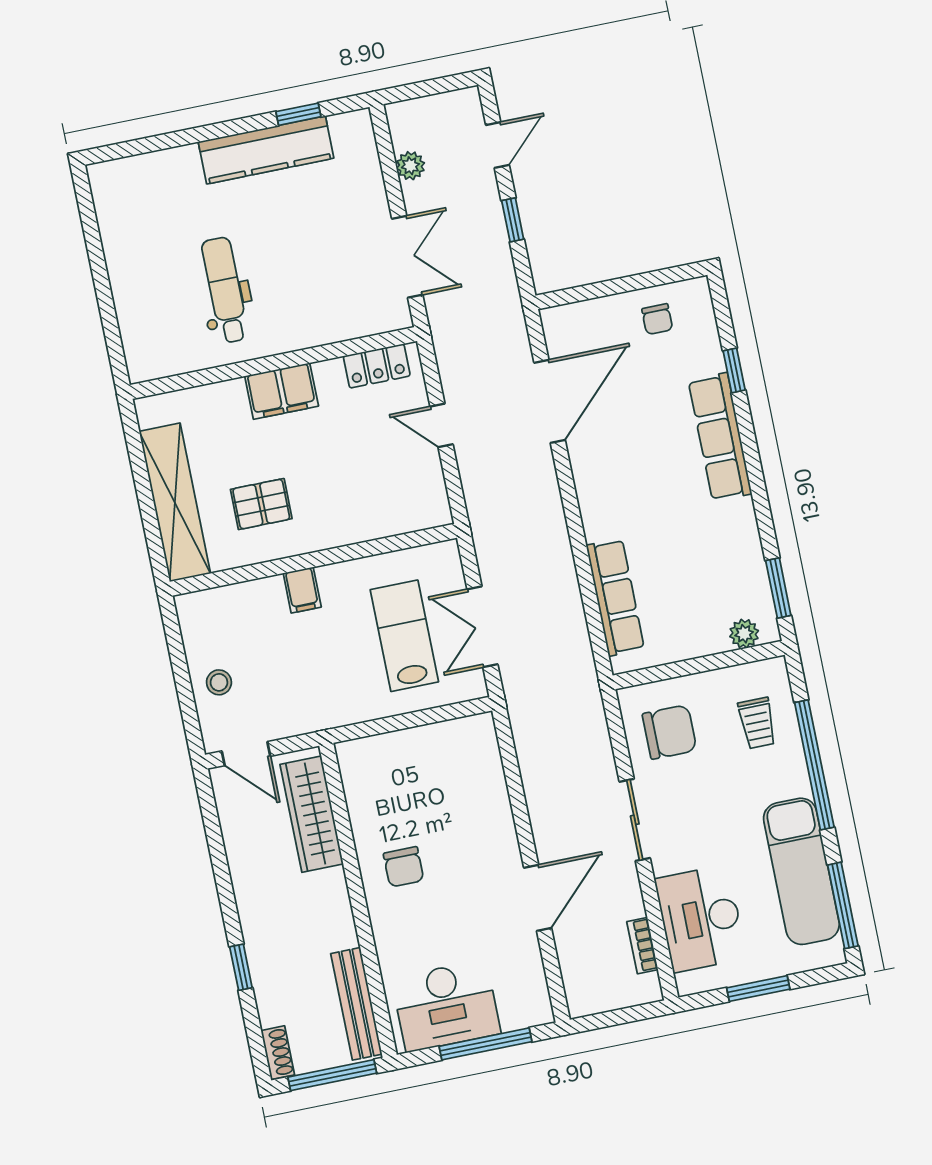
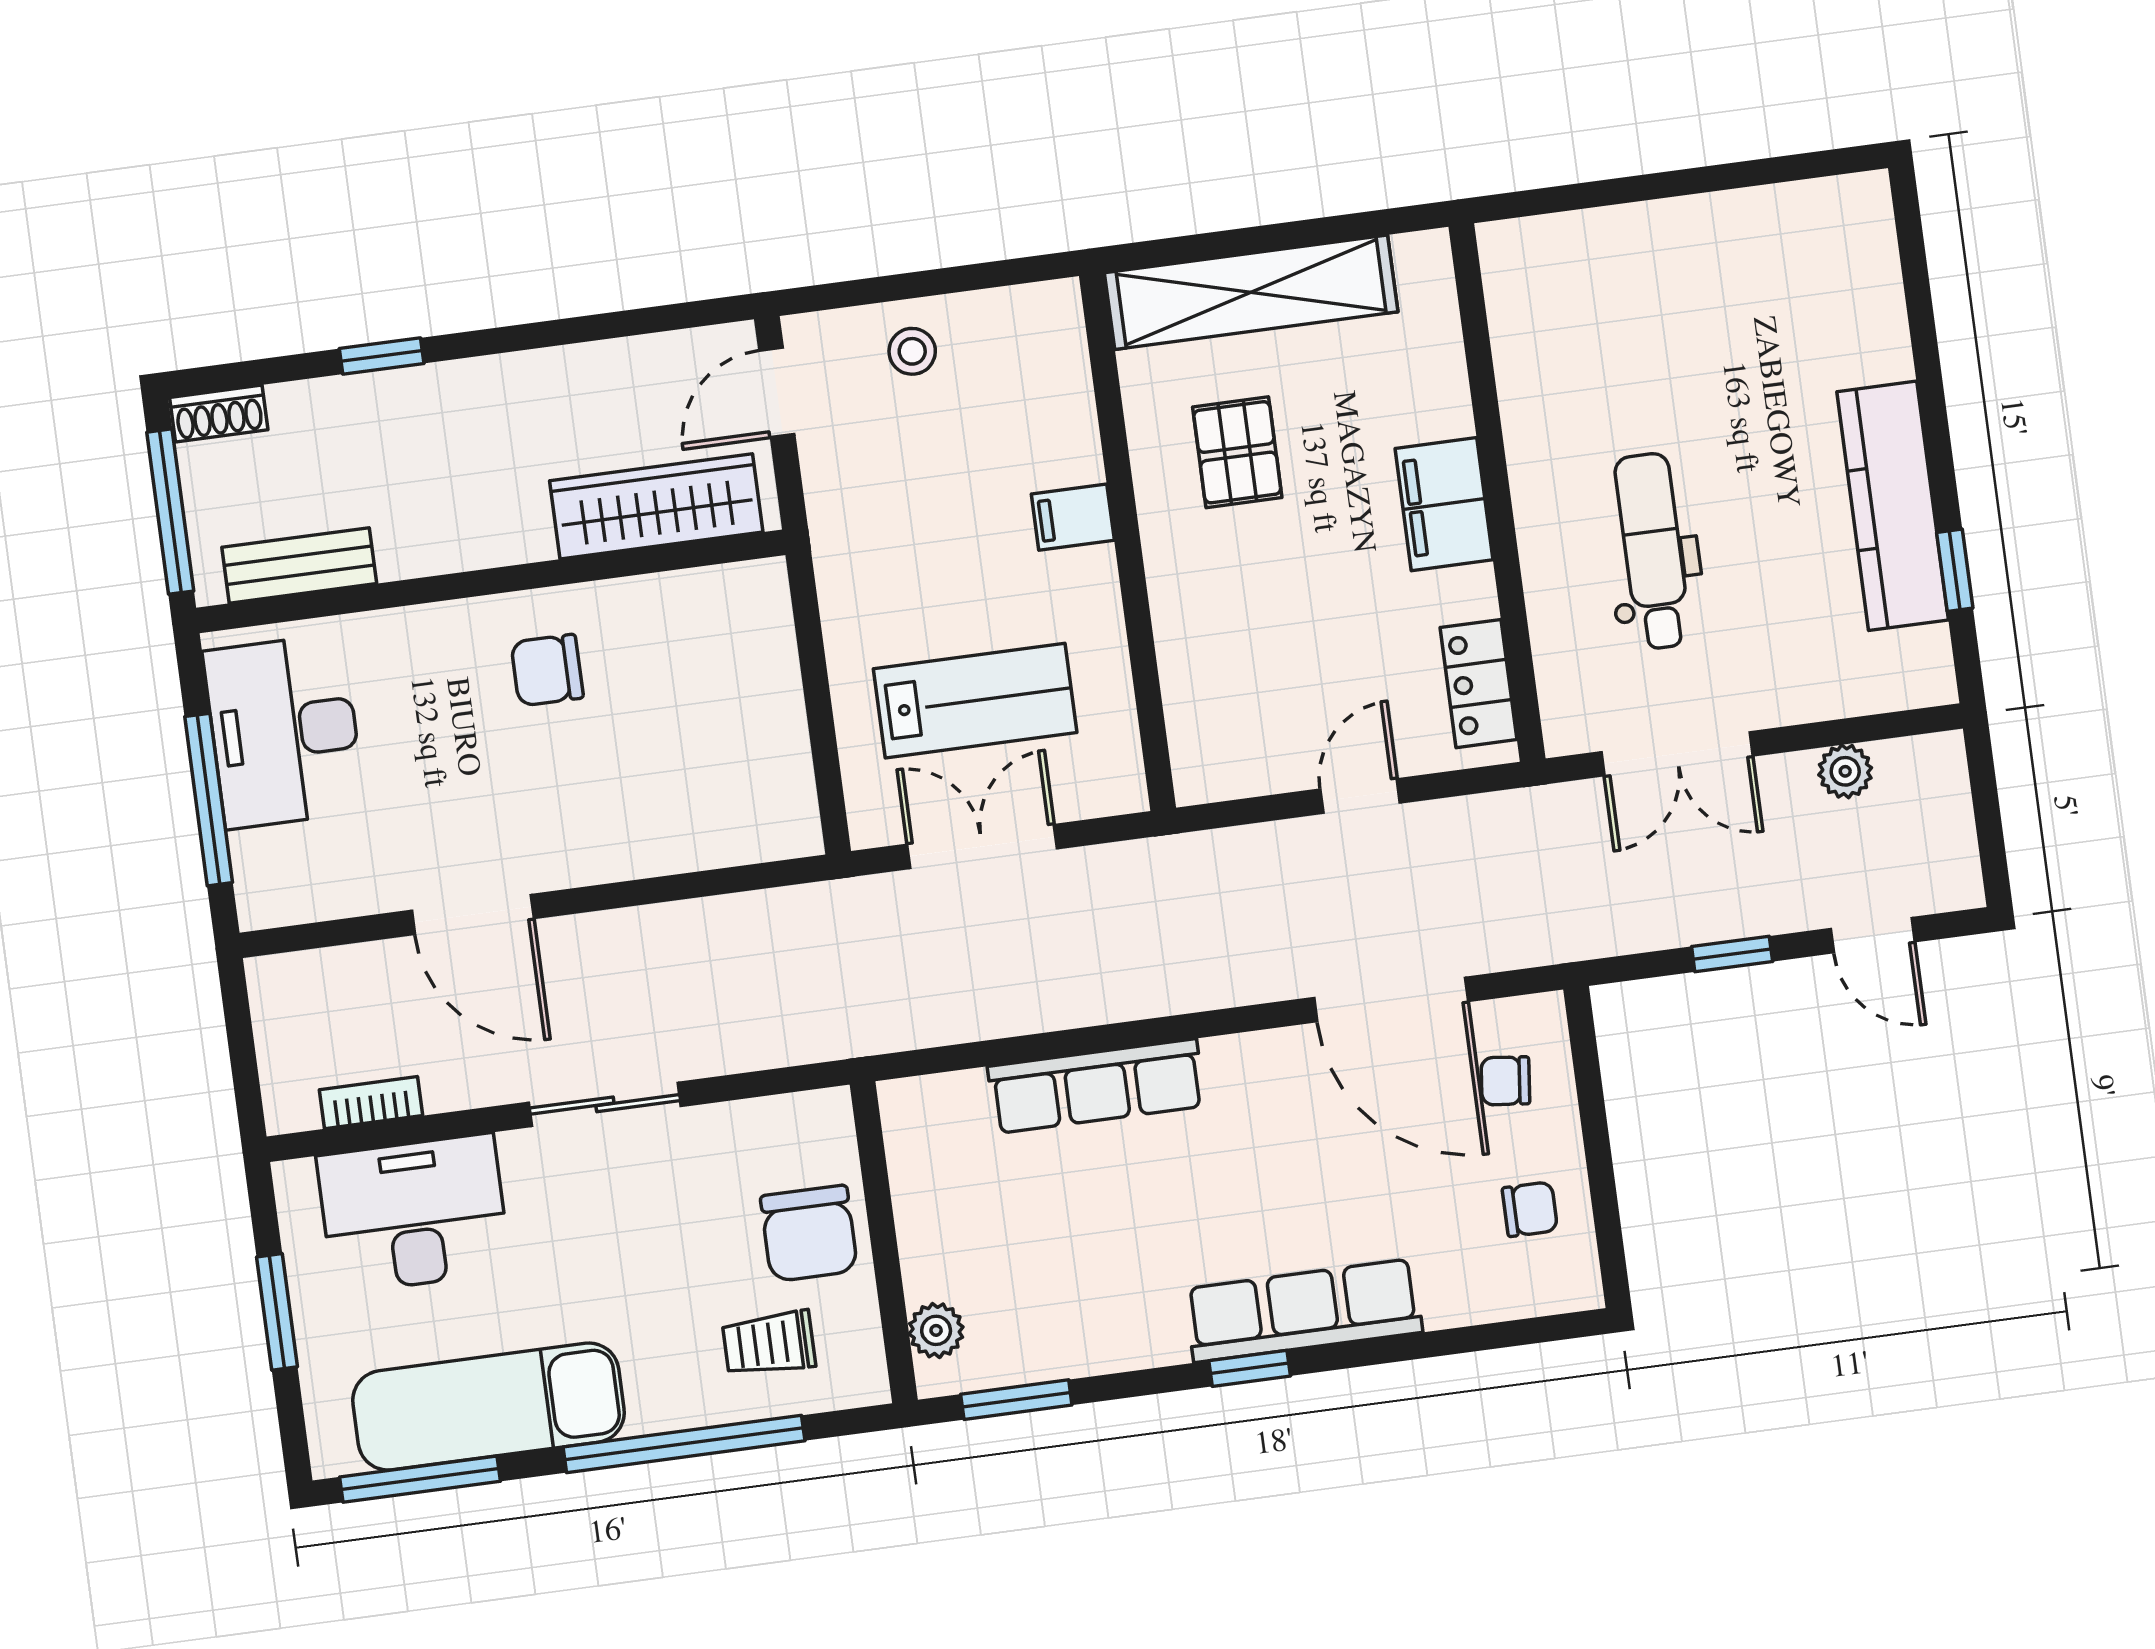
dental chair: (225, 290) -> (1653, 551), moved, turned -90
chair: (657, 319) -> (1530, 1209), turned 180
chair: (589, 337) -> (1505, 1081), added
window: (734, 370) -> (1250, 1368), moved
row of seats: (615, 597) -> (1096, 1086), moved
chair: (669, 732) -> (809, 1233), moved
bench: (356, 1004) -> (299, 565), width x0.73

